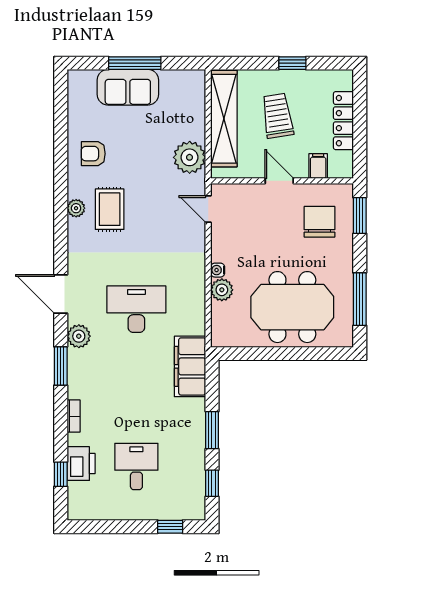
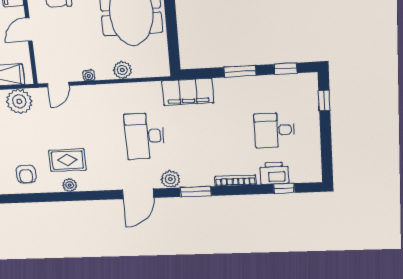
water cooler: (218, 270) -> (89, 75), moved
bookcase: (74, 416) -> (235, 181), width x1.56

